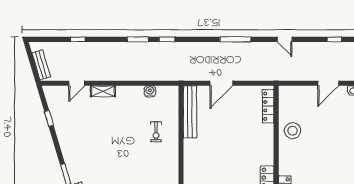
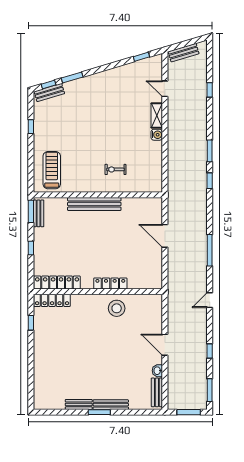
water cooler: (150, 91) -> (157, 135), moved
locker: (268, 106) -> (110, 283), moved
bench: (190, 112) -> (94, 204), moved
window: (49, 118) -> (141, 57), moved

